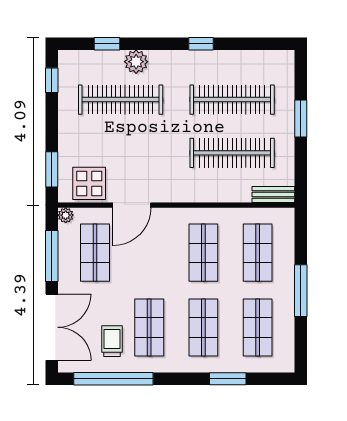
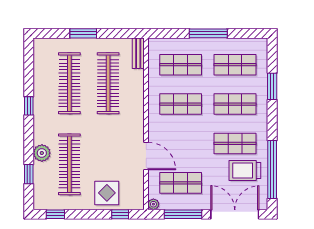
window: (52, 169) -> (120, 214), width x0.67
display table: (89, 183) -> (107, 193), moved
trolley: (112, 341) -> (245, 170), width x1.36, depth x1.39

